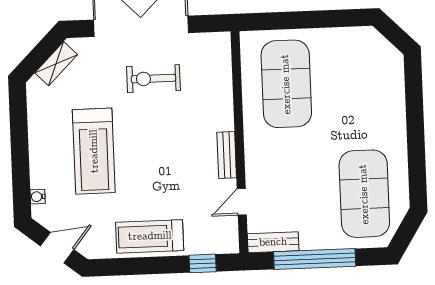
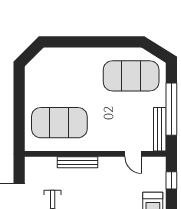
bench: (227, 155) -> (77, 162), moved, width x1.36
bench: (273, 242) -> (160, 129), width x1.36

